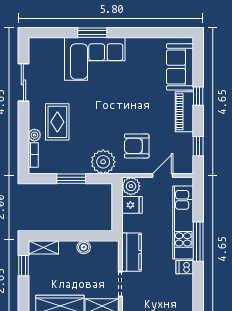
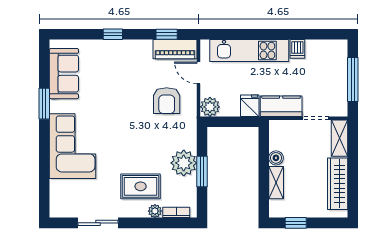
window: (92, 33) -> (44, 104), moved
sofa: (180, 67) -> (64, 74), moved, turned -90
piano: (184, 112) -> (175, 49), moved
plant: (103, 162) -> (184, 163), moved
fridge: (132, 205) -> (250, 106), moved
window: (198, 242) -> (270, 34), removed
shelving: (43, 247) -> (276, 183), moved

